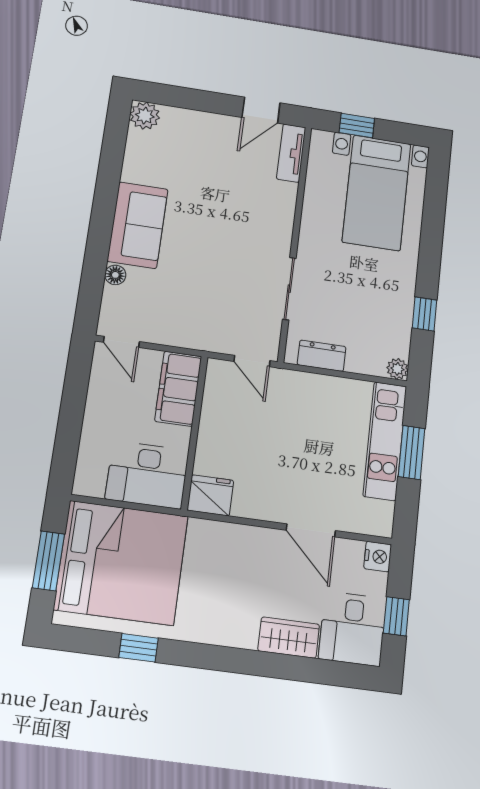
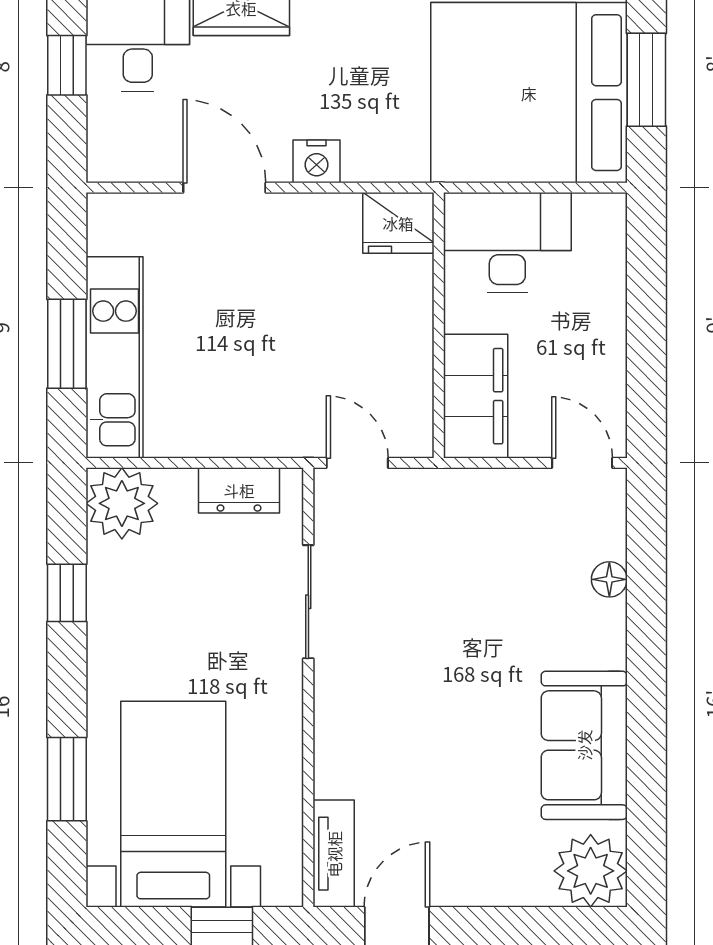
plant: (145, 116) -> (591, 871), width x1.36, depth x1.36
window: (434, 215) -> (67, 779), added
sofa: (138, 225) -> (584, 745), moved
plant: (397, 369) -> (122, 503), width x1.88, depth x1.88
nightstand: (378, 557) -> (317, 161), moved, turned -90

